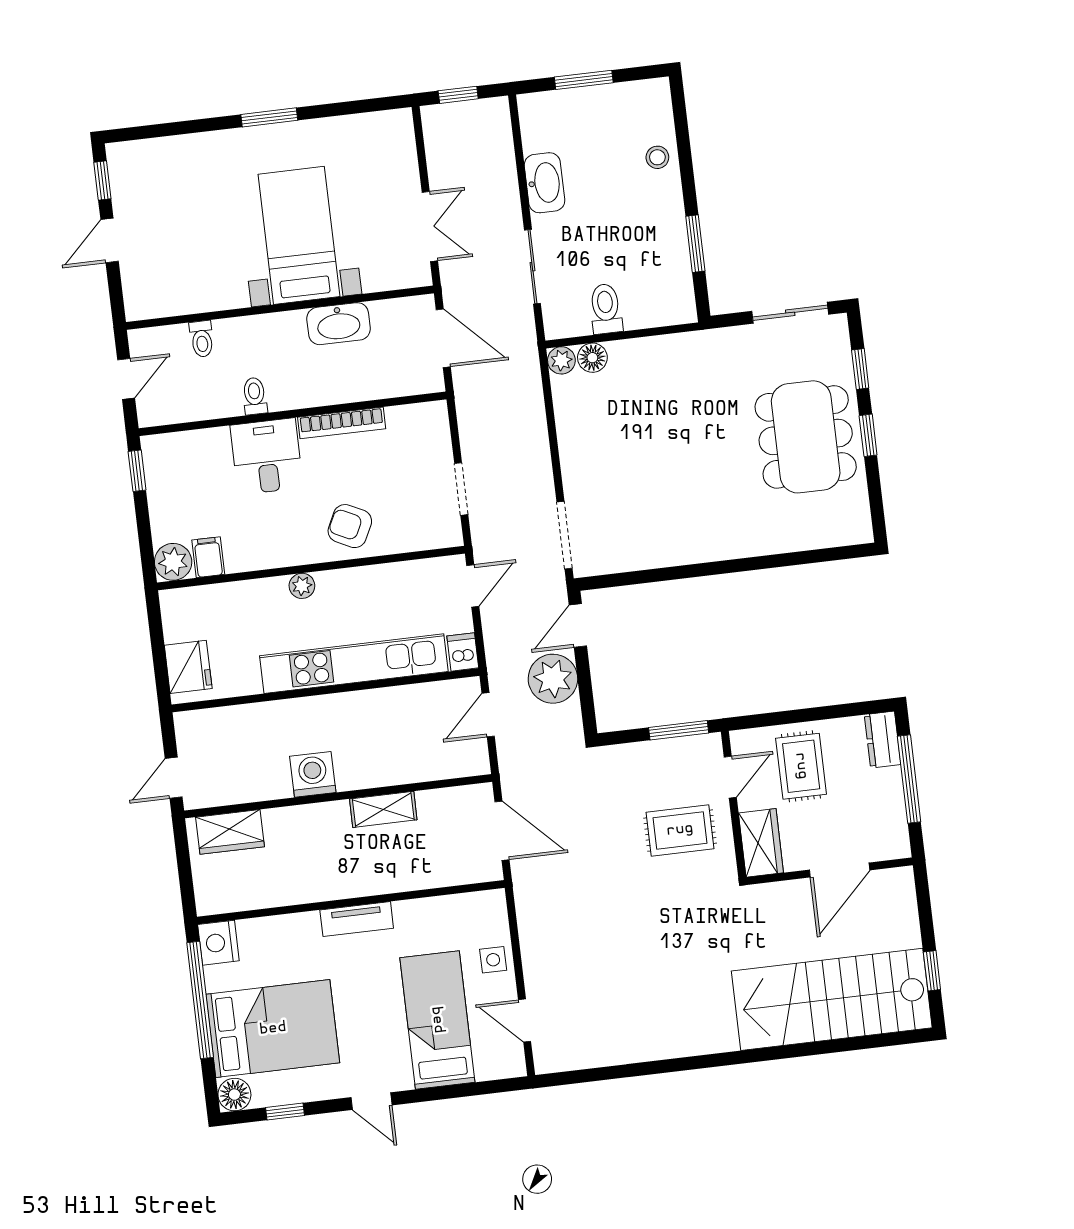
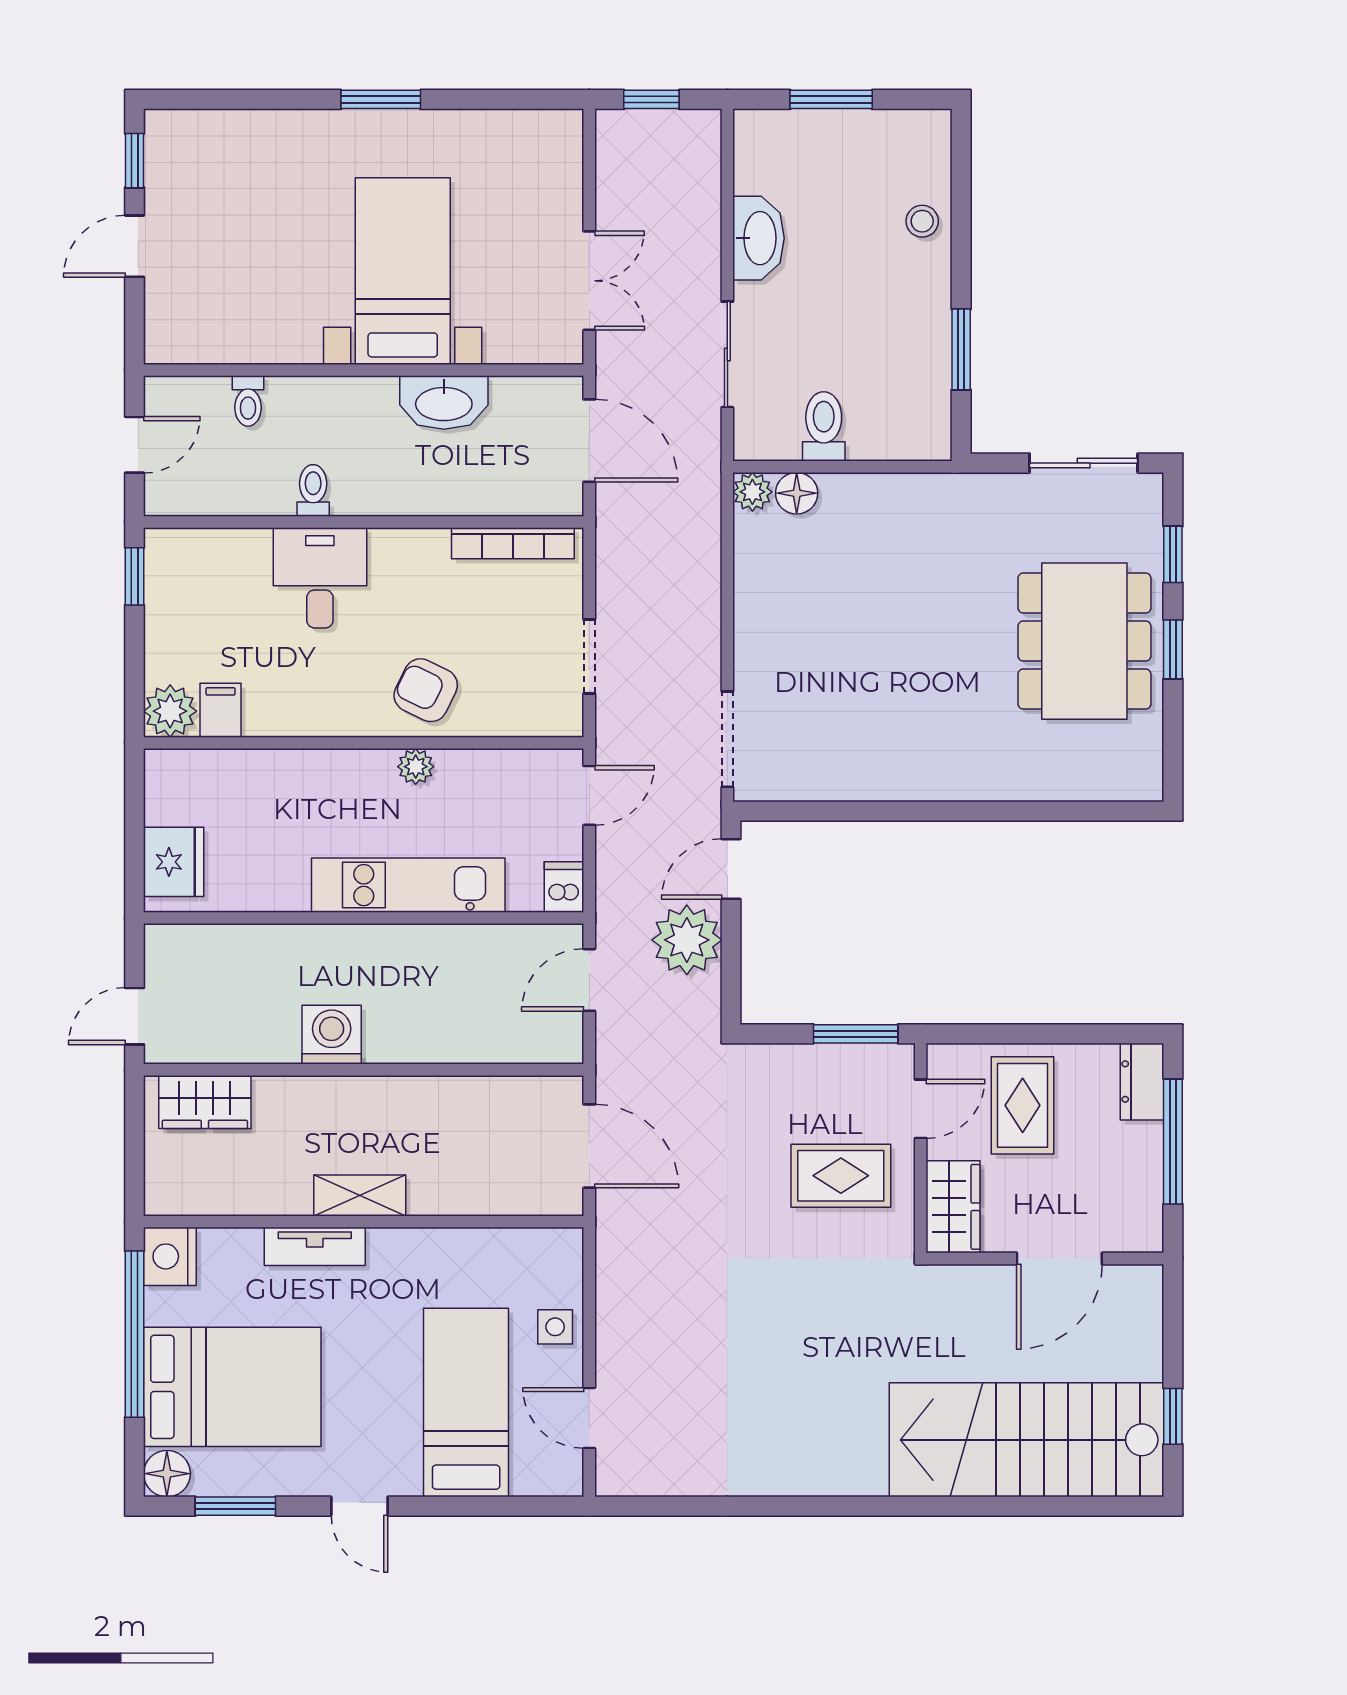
bookcase: (342, 423) -> (513, 543), moved
plant: (302, 586) -> (416, 767), moved
kitchen unit: (354, 664) -> (408, 885), width x0.73
shelving: (383, 809) -> (360, 1196), moved
tv unit: (357, 919) -> (315, 1246), moved
window: (285, 1112) -> (235, 1506), width x1.50

